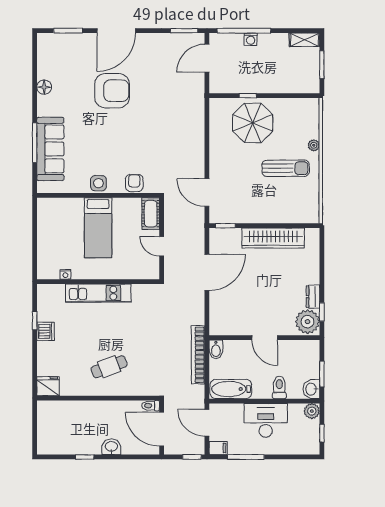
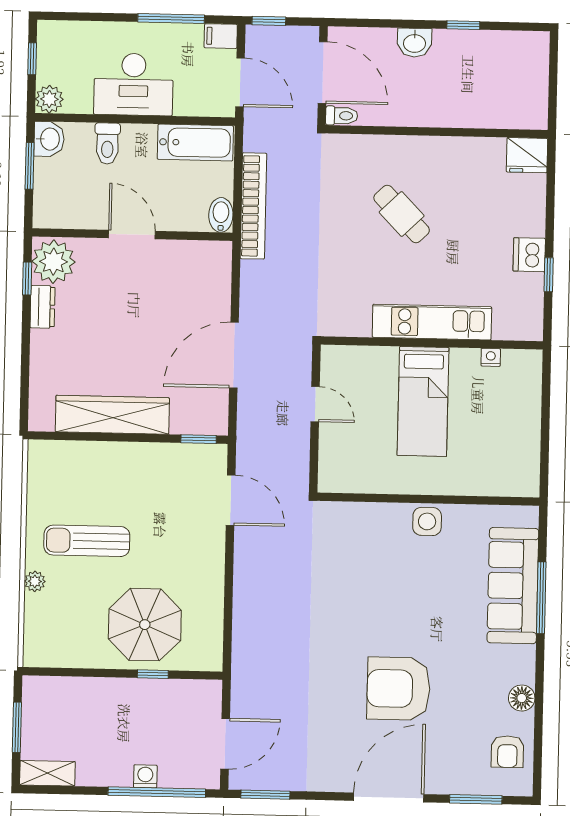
armchair: (134, 183) -> (507, 752), moved
cot: (151, 214) -> (334, 464), removed
bed: (98, 228) -> (423, 401), moved, turned 180
cafe table: (109, 367) -> (402, 214), moved, turned 67

